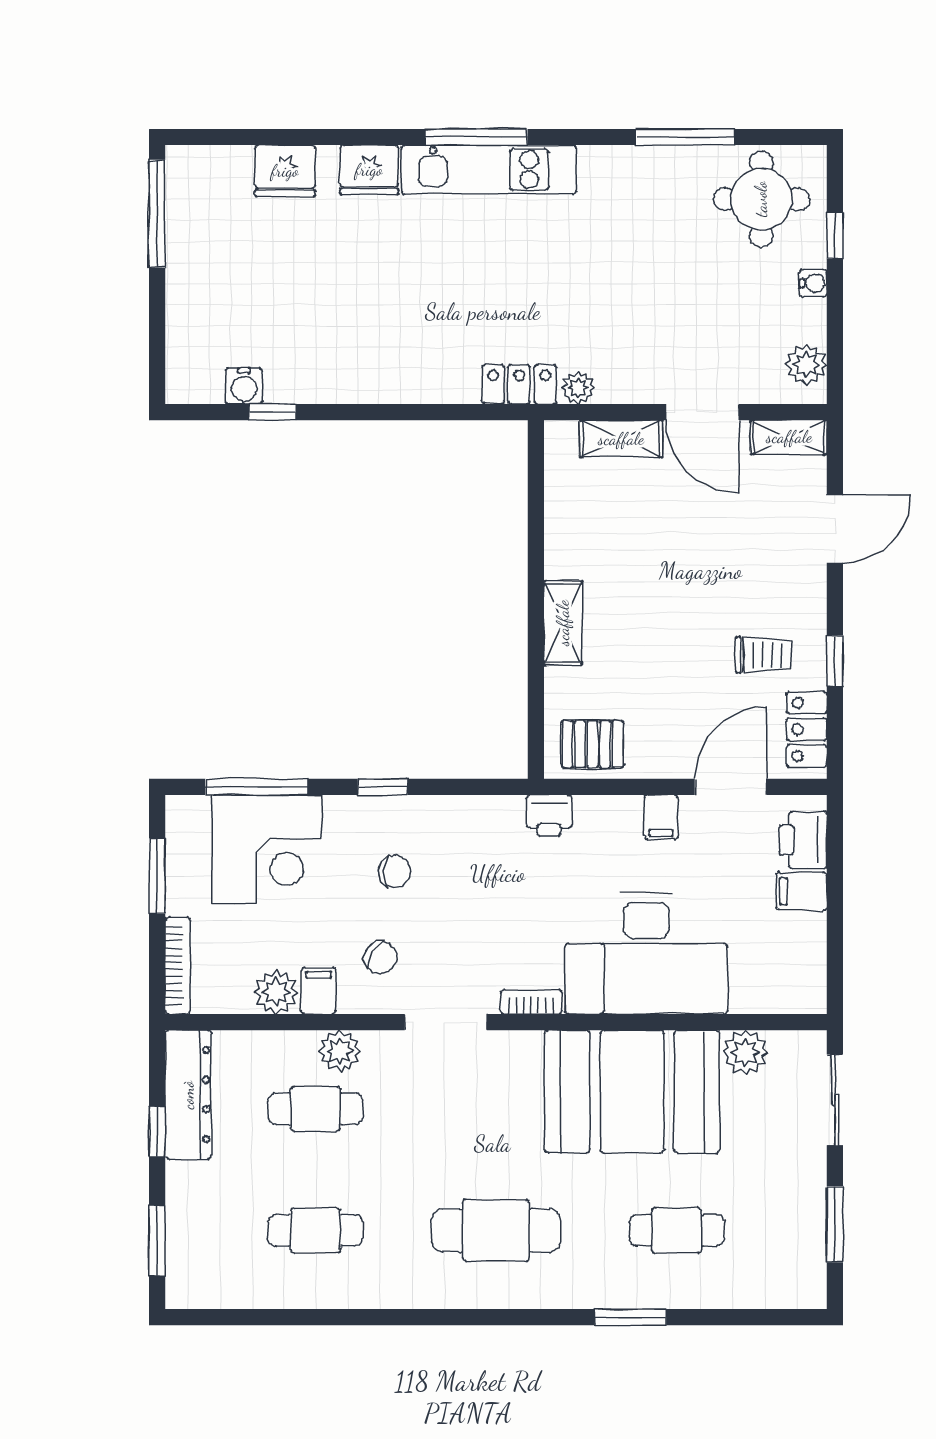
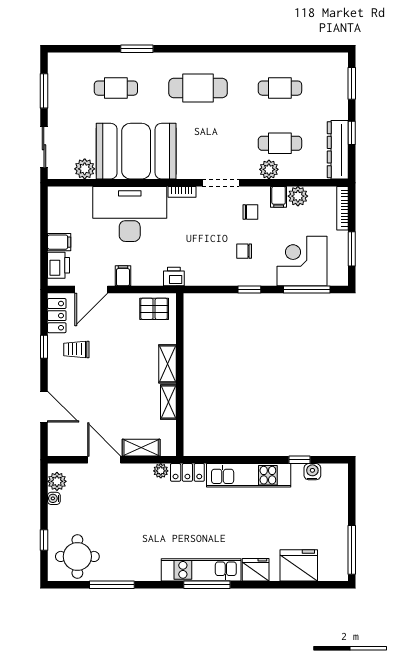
fridge: (285, 171) -> (299, 565), width x1.36, depth x1.34
water cooler: (813, 283) -> (54, 498), moved
kitchen unit: (384, 378) -> (249, 475), added
shelving: (789, 437) -> (168, 402), moved, turned 90
door: (835, 529) -> (44, 407), swing flipped
chair: (381, 957) -> (250, 212), turned 147

